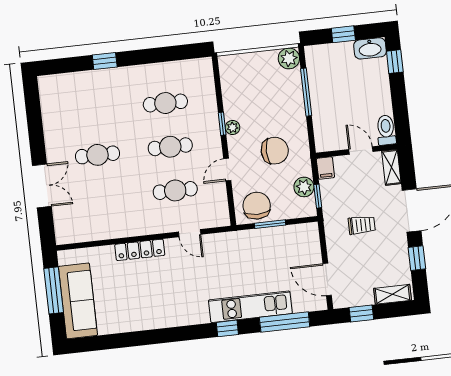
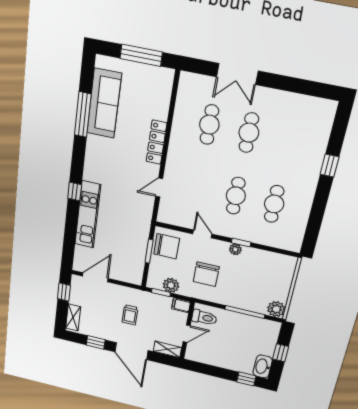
toilet: (386, 130) -> (204, 318), moved
cafe table: (175, 190) -> (209, 125), moved
sofa: (78, 301) -> (104, 103), moved, turned -90
window: (285, 322) -> (83, 115), moved

